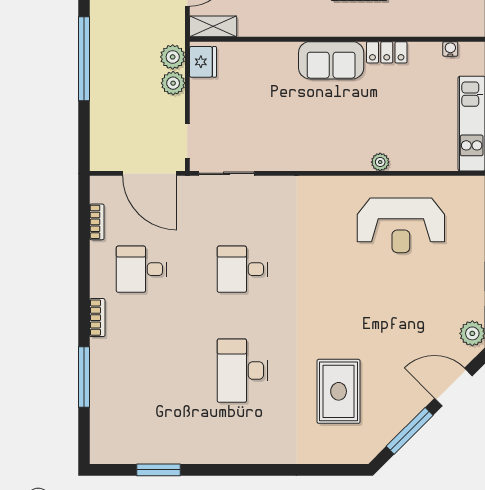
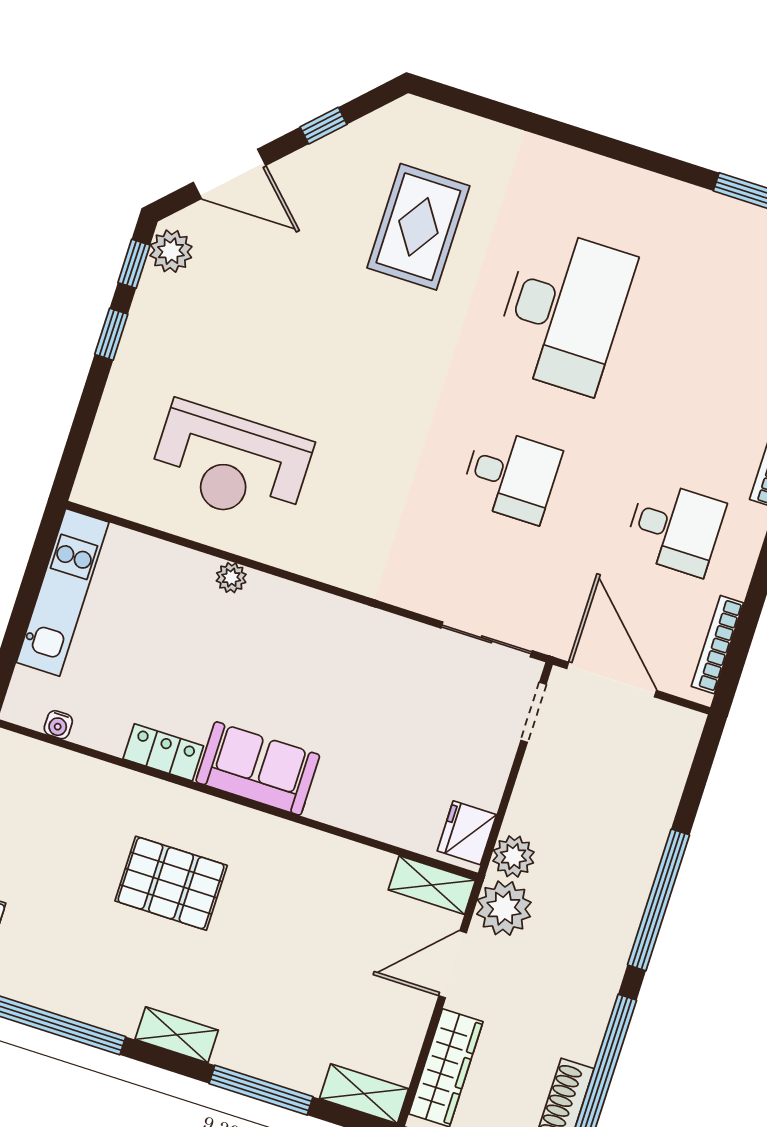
plant: (173, 83) -> (504, 908), moved, width x1.36, depth x1.36
bookcase: (97, 222) -> (717, 645), width x1.56
reception desk: (401, 225) -> (231, 464), turned 180
desk: (242, 371) -> (564, 311), width x1.36, depth x1.30
window: (410, 431) -> (324, 126), width x0.46

